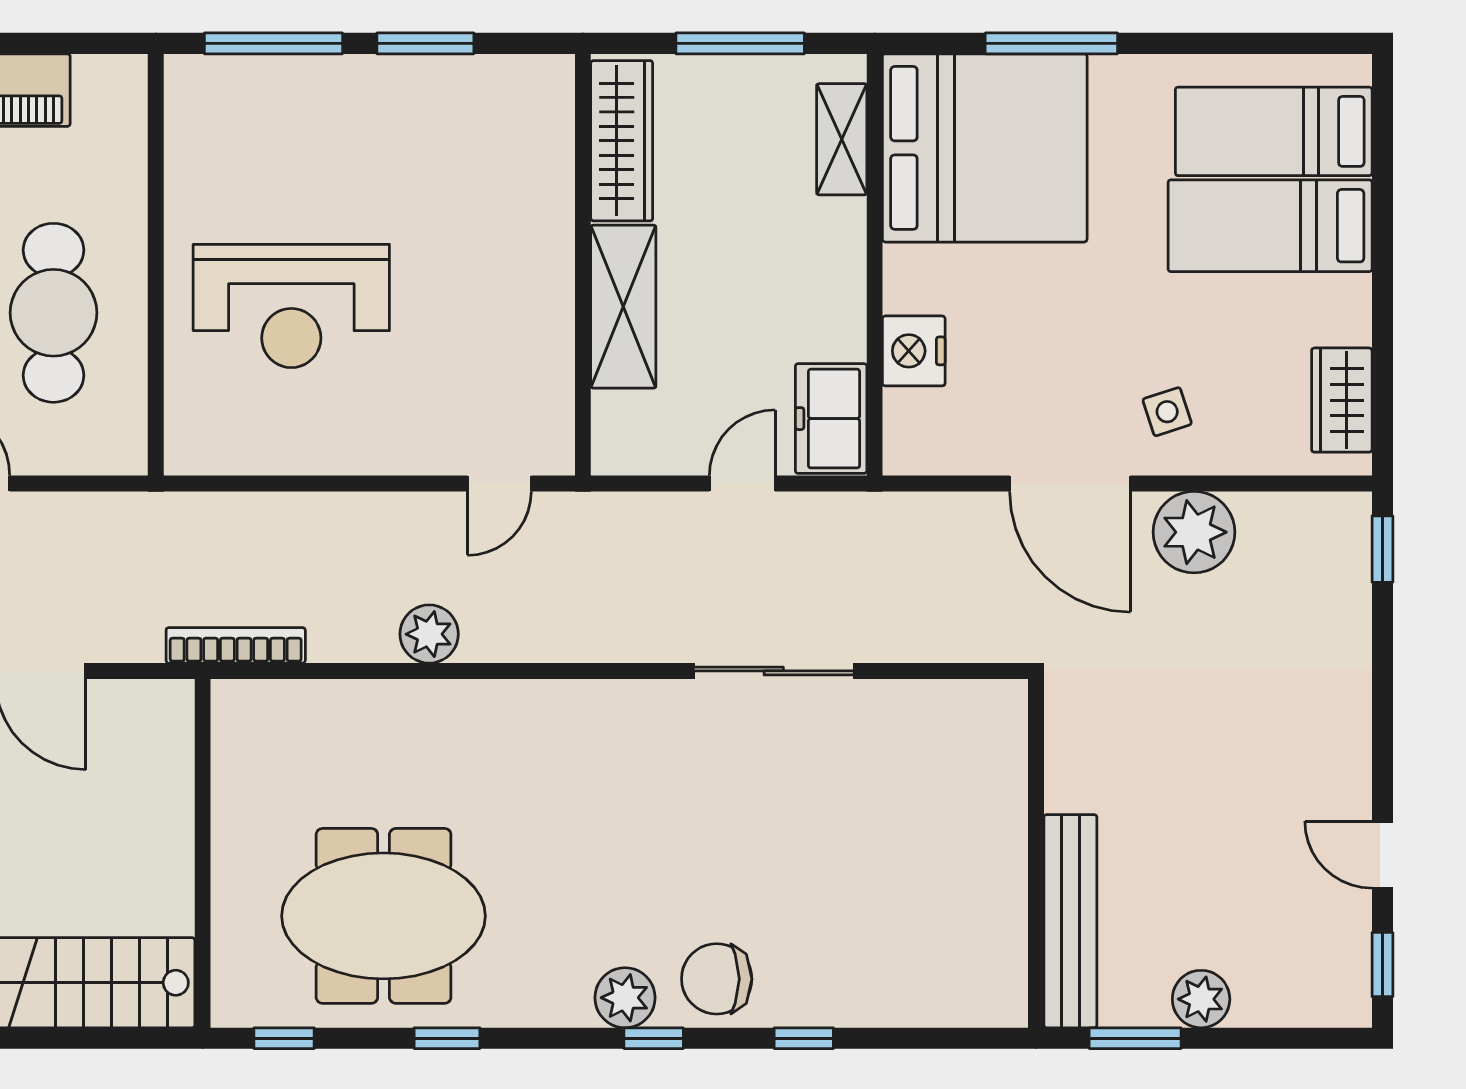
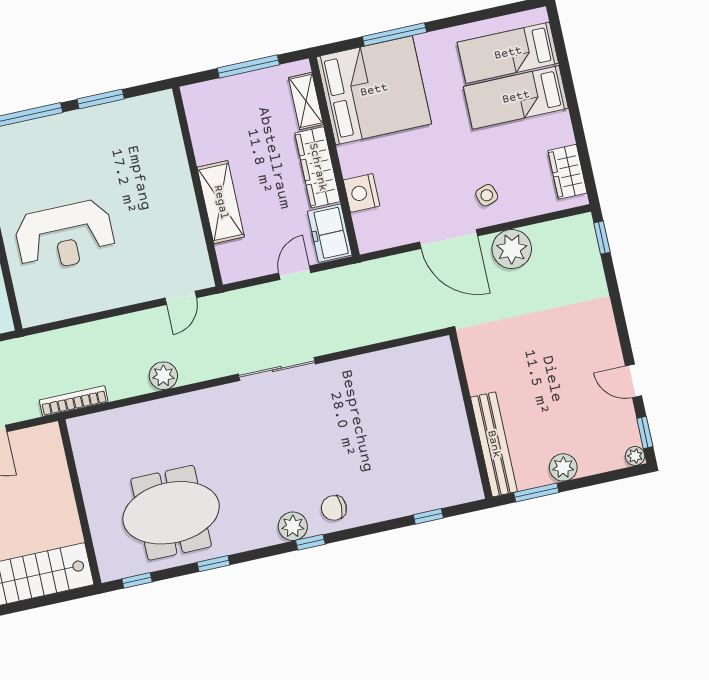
wardrobe: (622, 141) -> (318, 167), moved, turned 180
sliding door: (774, 671) -> (277, 369), moved
chair: (717, 979) -> (334, 508), width x0.73, depth x0.73
plant: (1352, 1008) -> (635, 456), added
window: (804, 1038) -> (428, 516), moved

